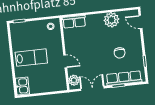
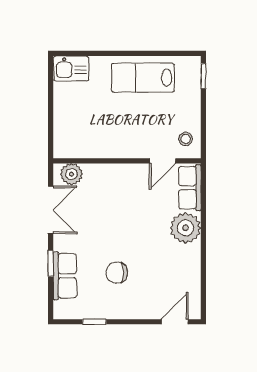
plant: (112, 20) -> (186, 228), moved
lab bench: (31, 58) -> (143, 78), moved, turned 90
door: (65, 61) -> (162, 161), moved
row of seats: (124, 78) -> (65, 276), width x0.68

